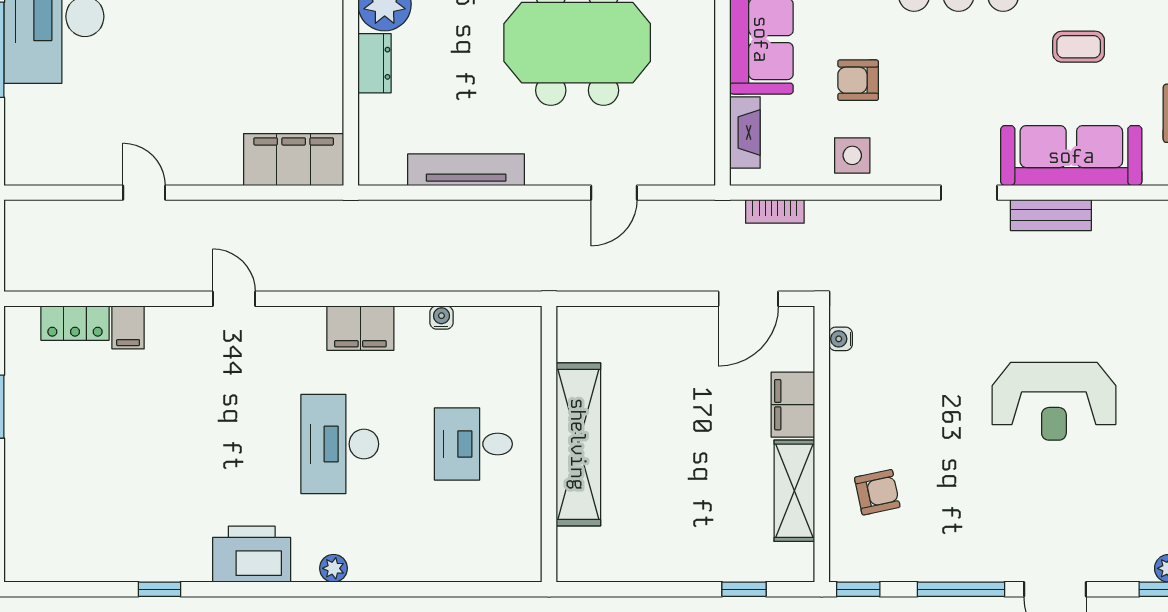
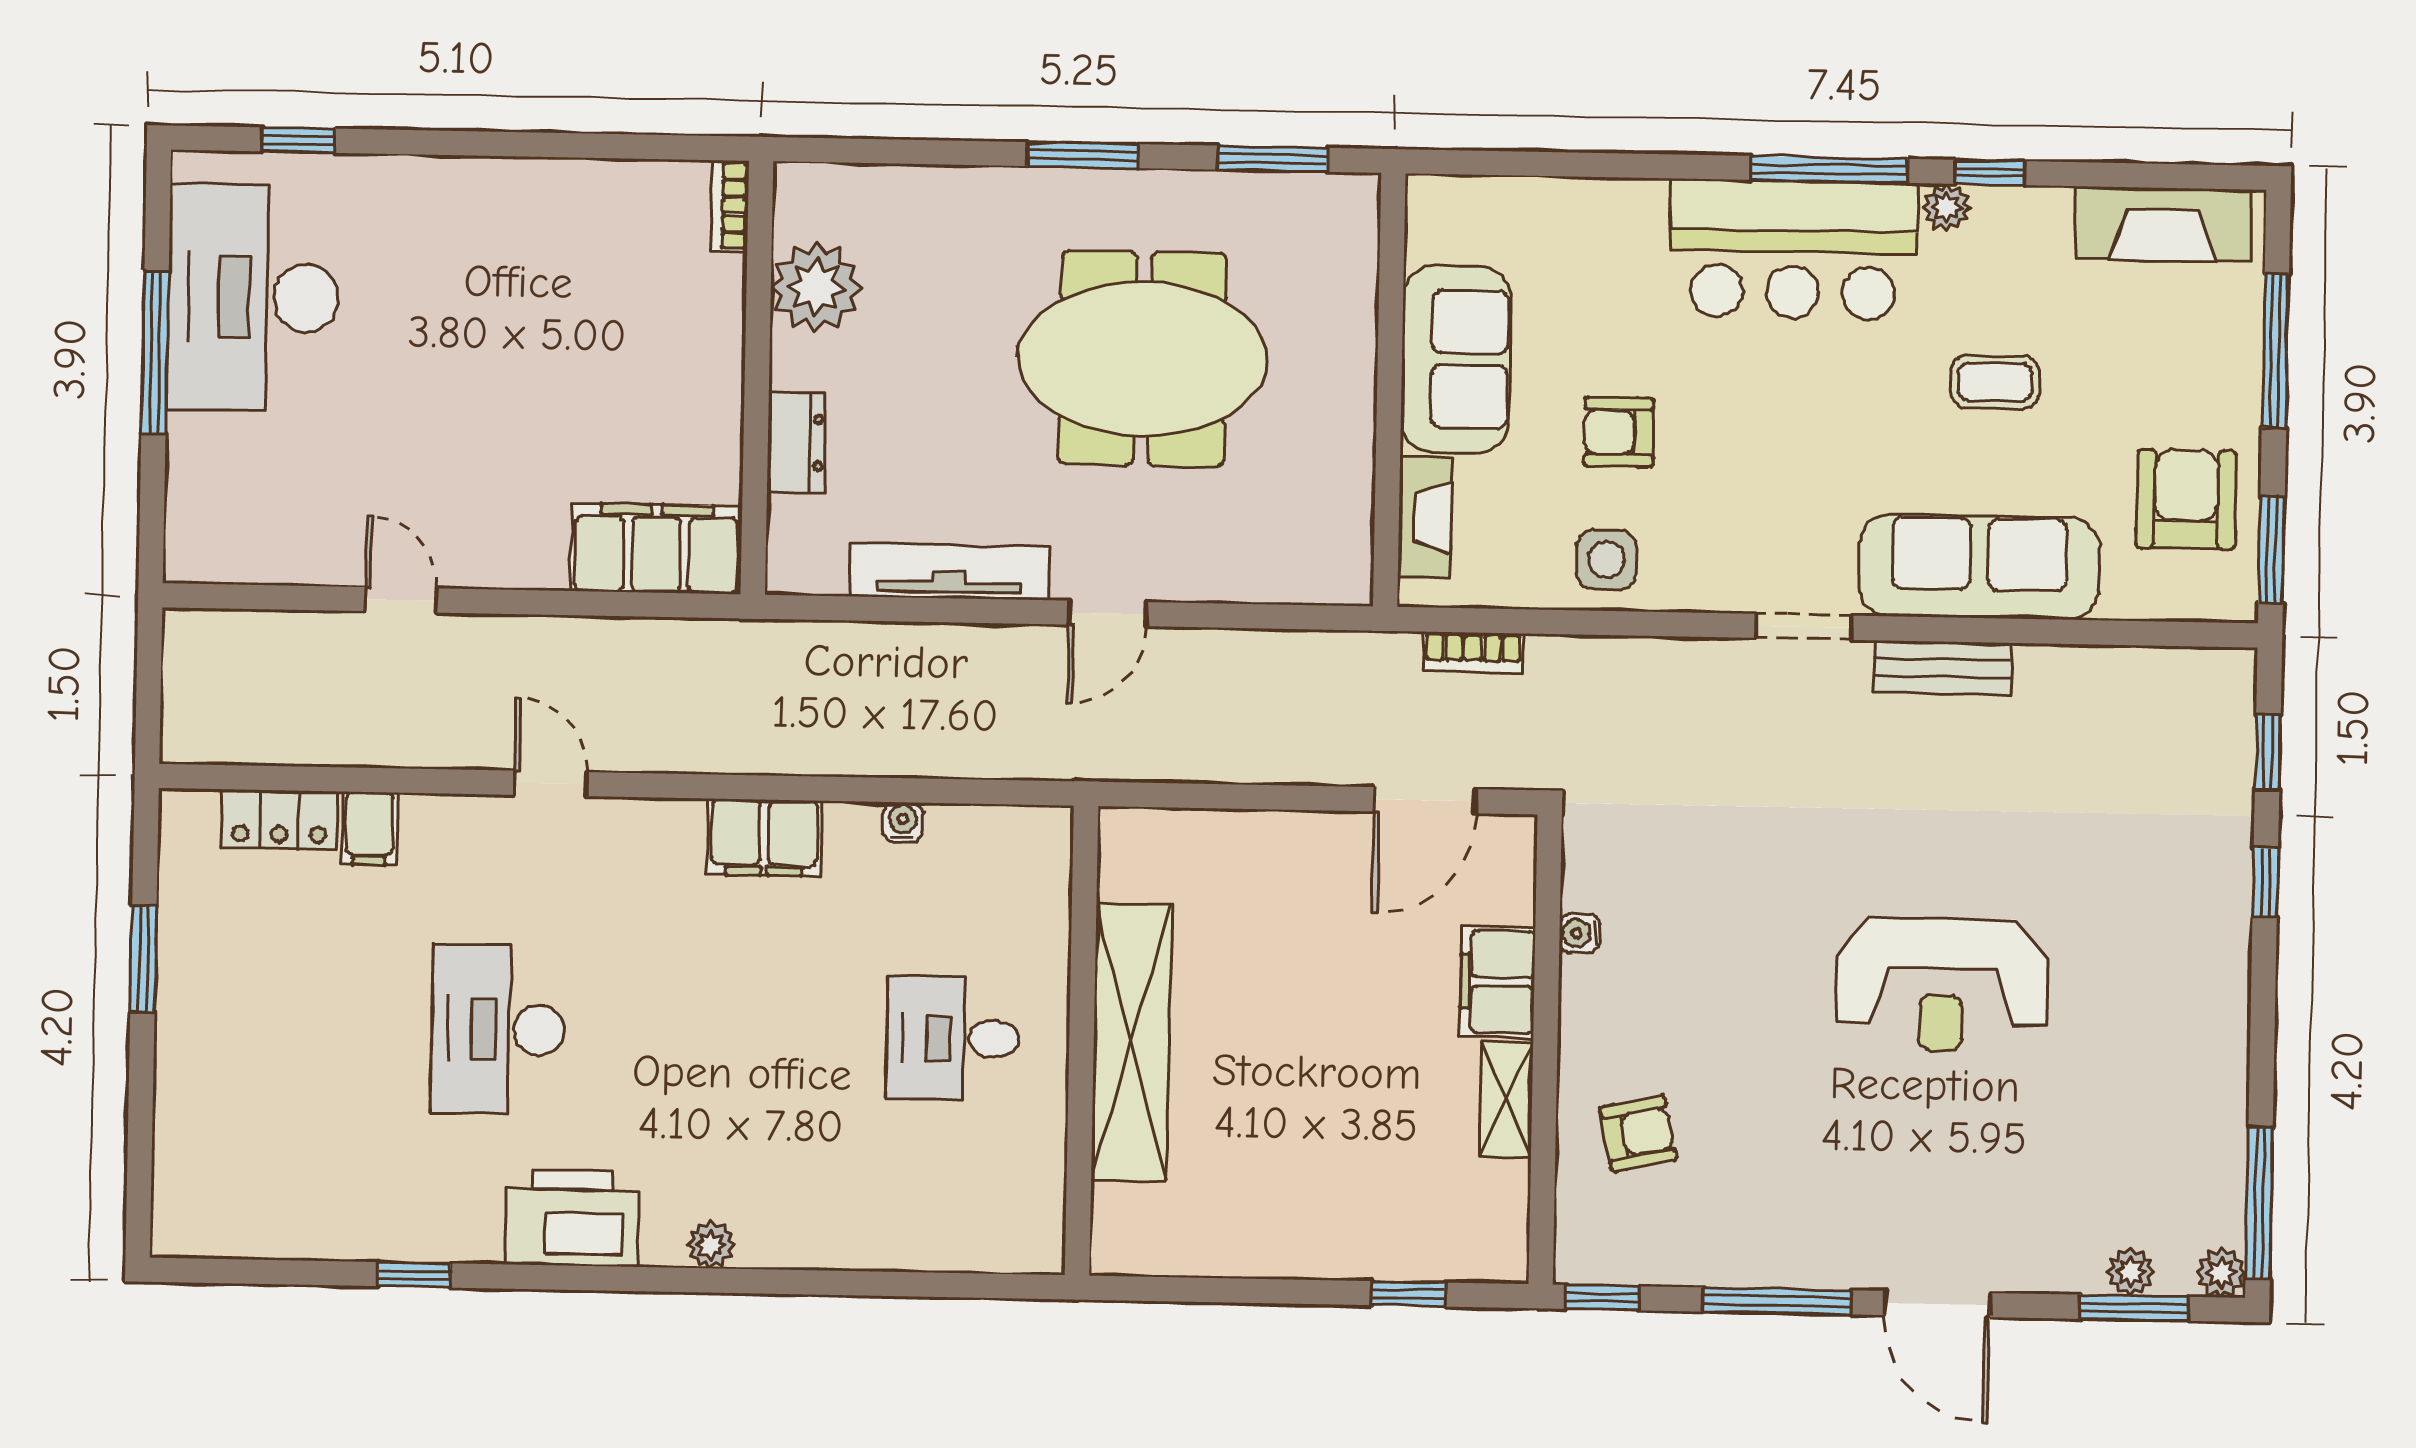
dresser: (374, 63) -> (796, 443), moved
door: (614, 193) -> (1108, 613), moved
water cooler: (841, 339) -> (1580, 933), moved
desk: (340, 444) -> (498, 1029), moved
shelving: (794, 491) -> (1506, 1100), width x0.67, depth x0.75

